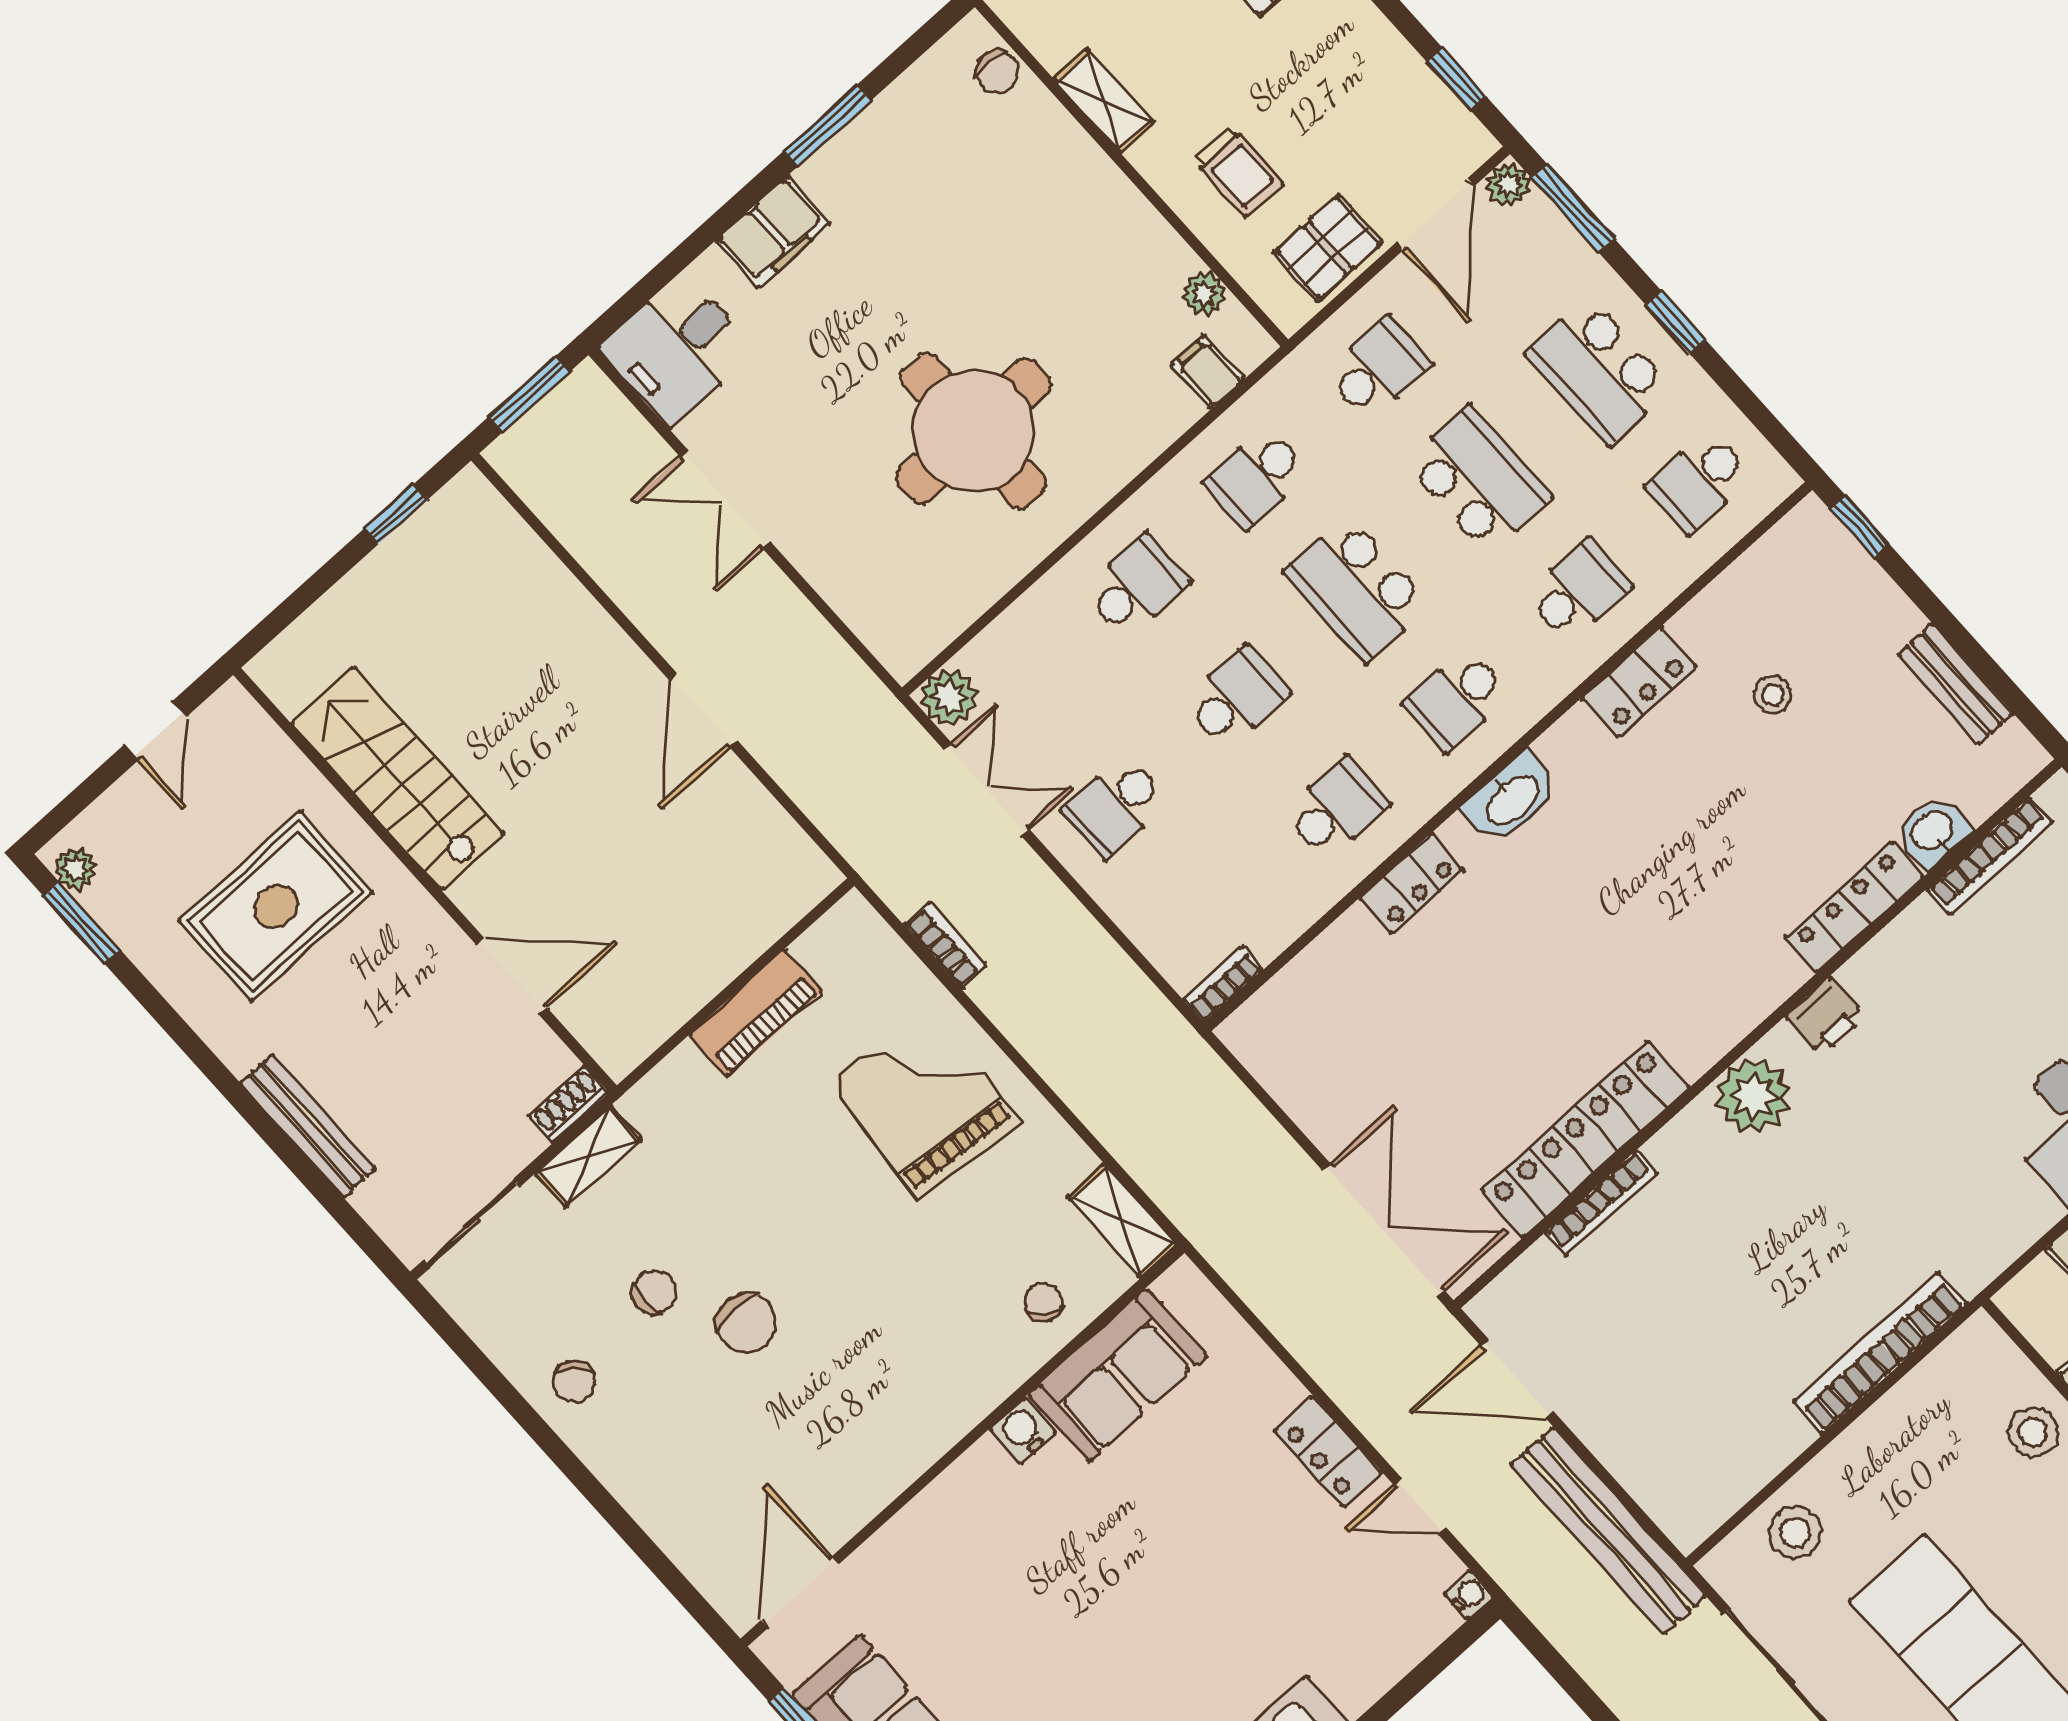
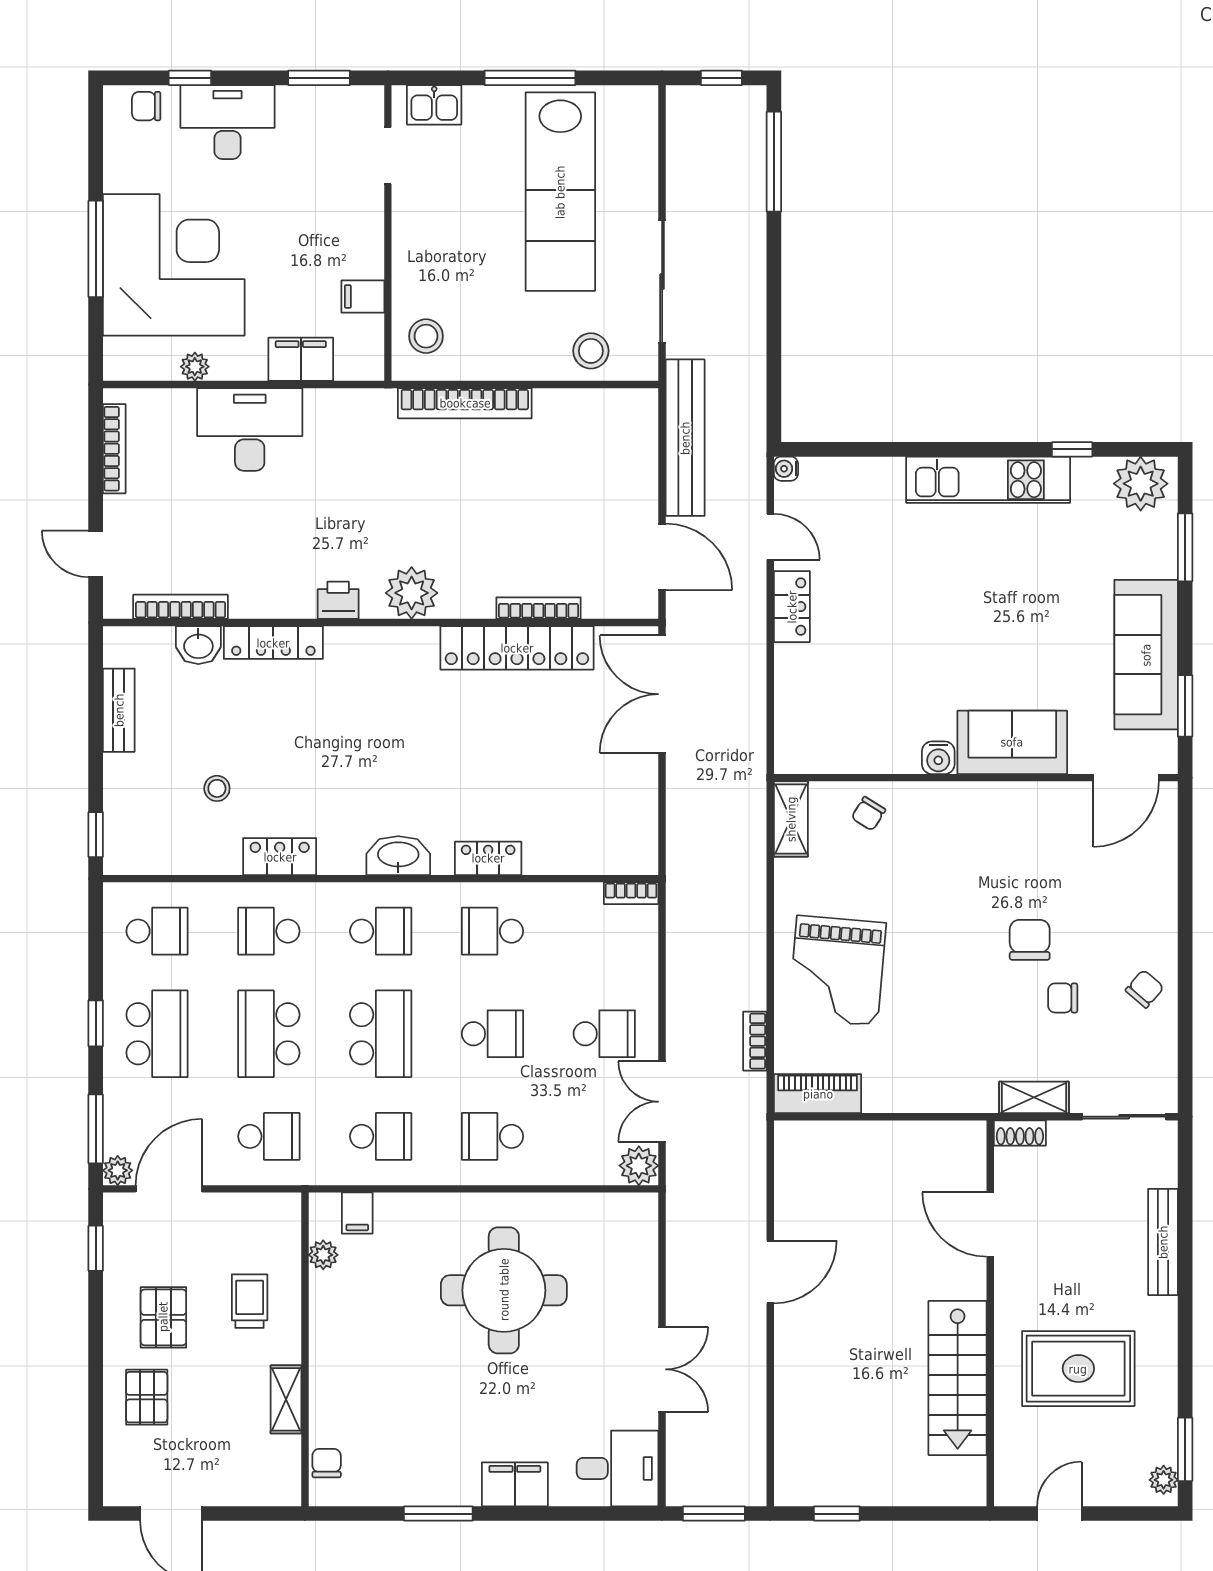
pallet: (1328, 248) -> (163, 1317), moved, turned 90
school desk: (1378, 369) -> (269, 1136), turned 180
school desk: (1236, 698) -> (492, 1034), turned 180
piano: (756, 1013) -> (818, 1094), moved
sofa: (1118, 1375) -> (1012, 742), moved
stool: (2033, 1432) -> (426, 336), moved

